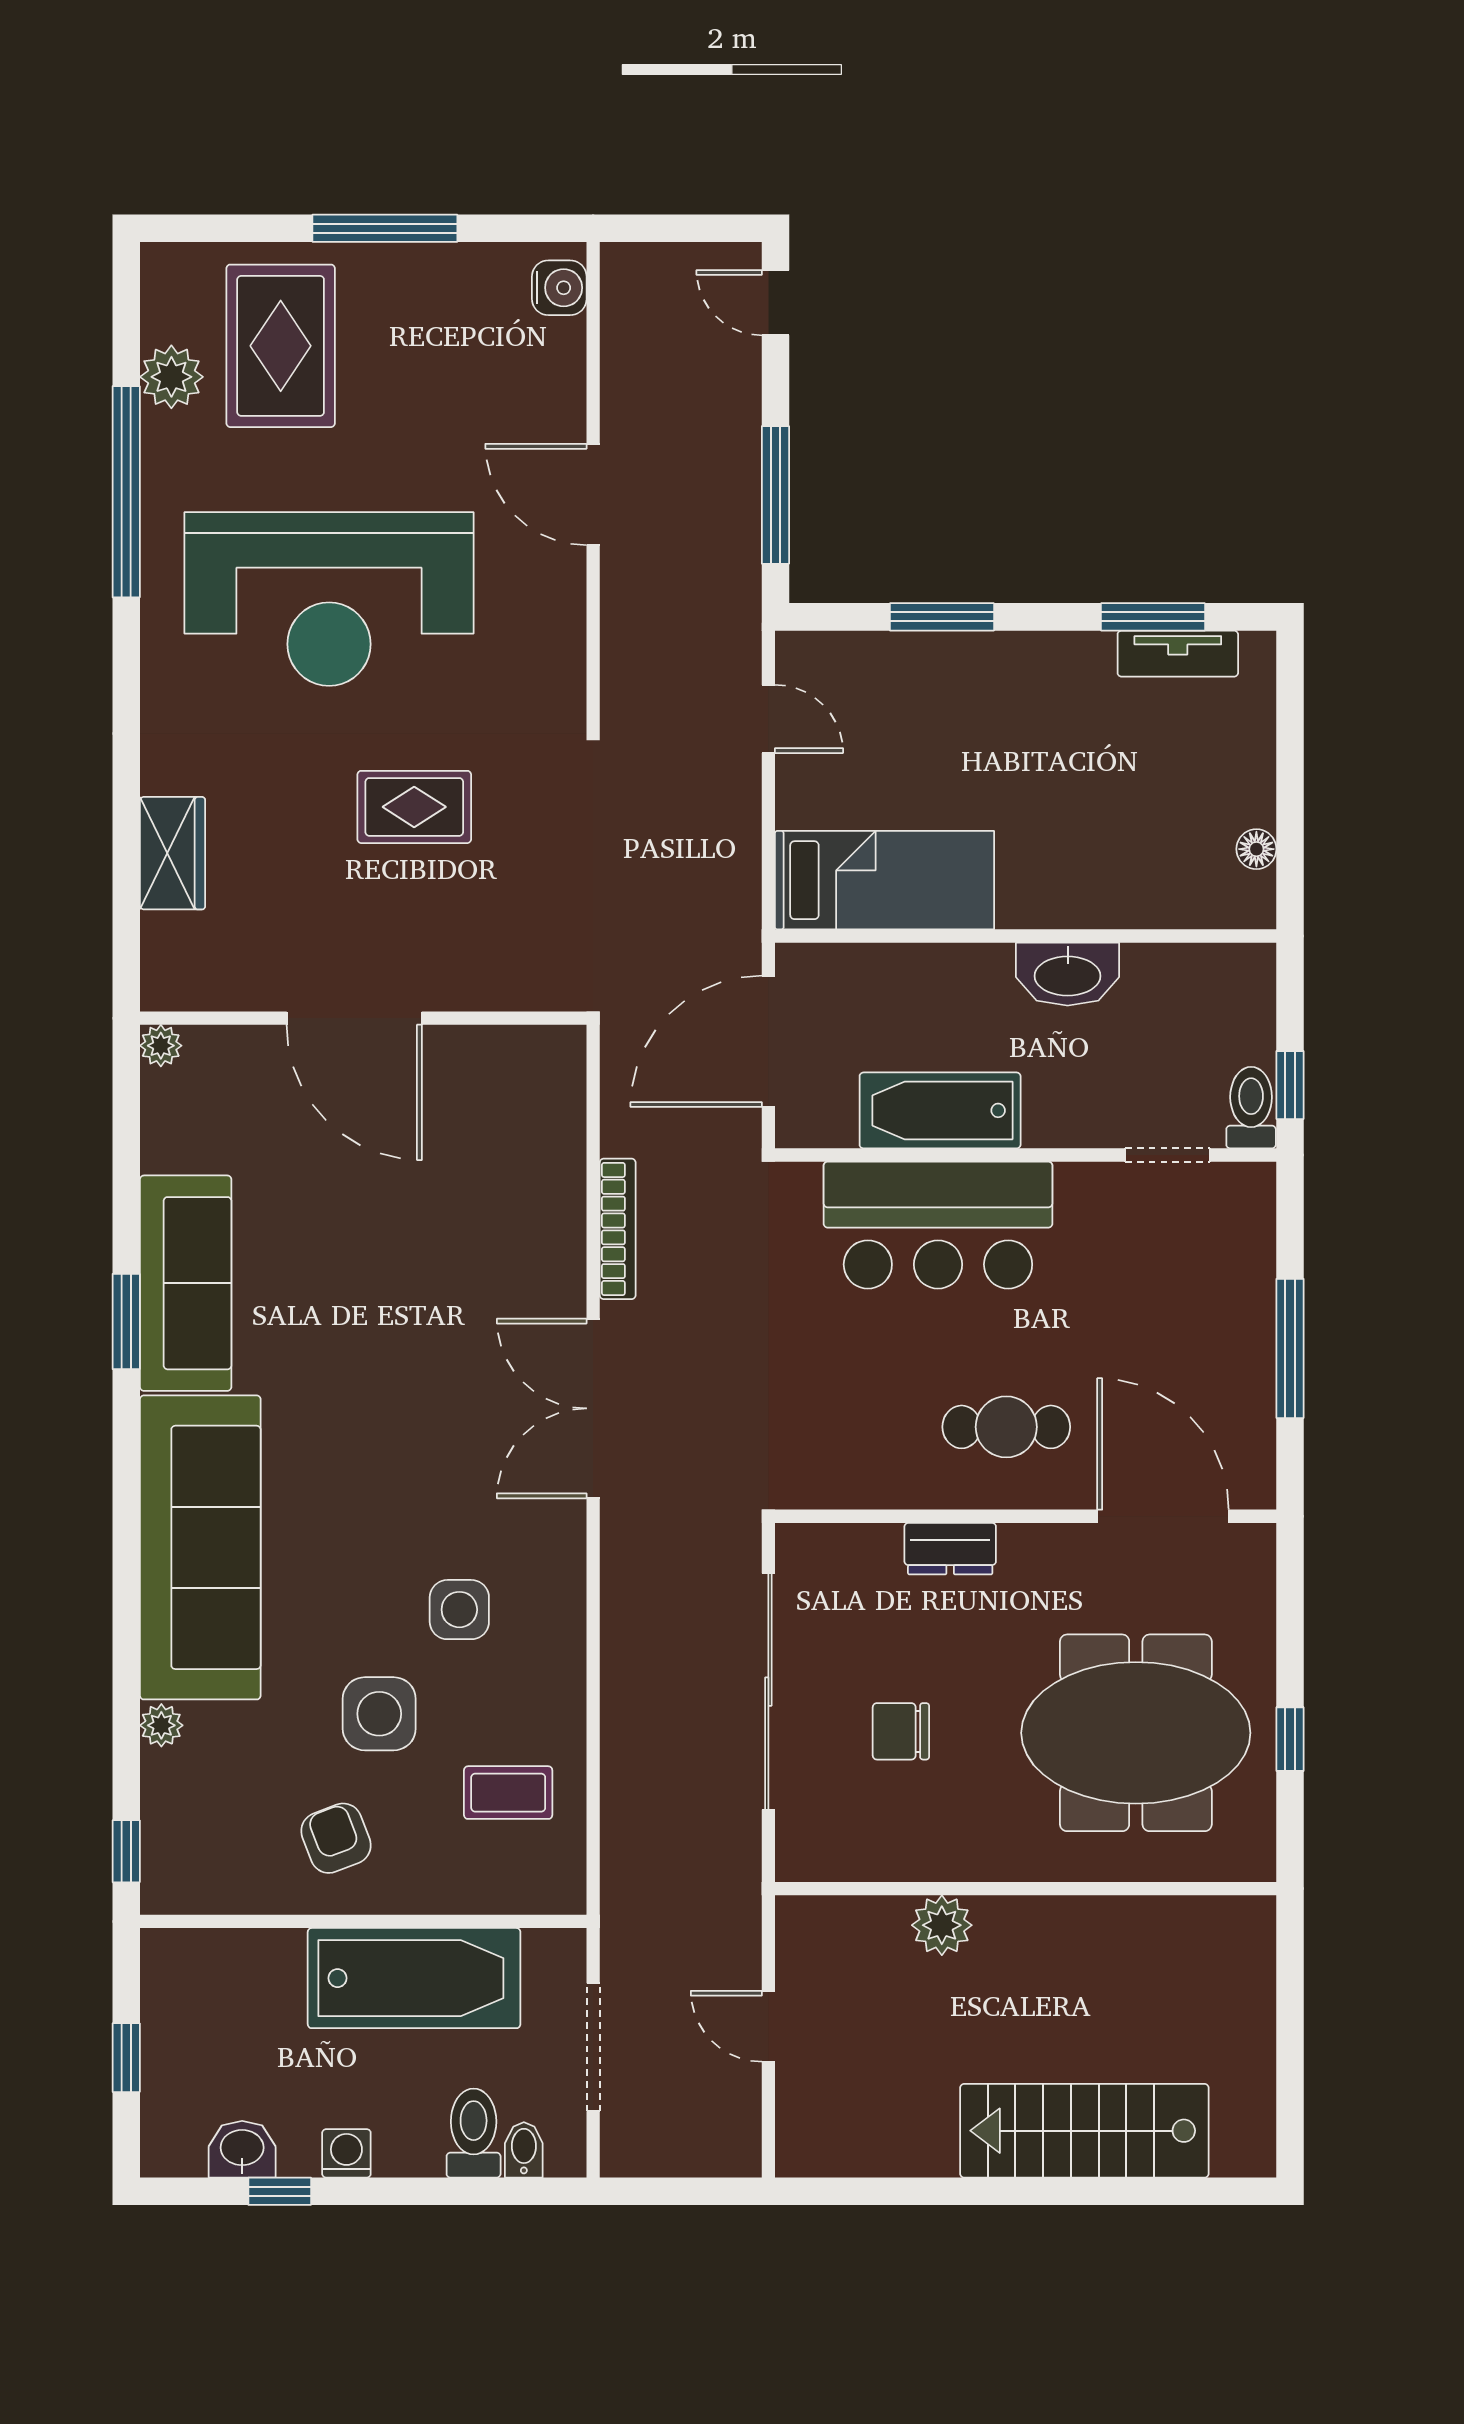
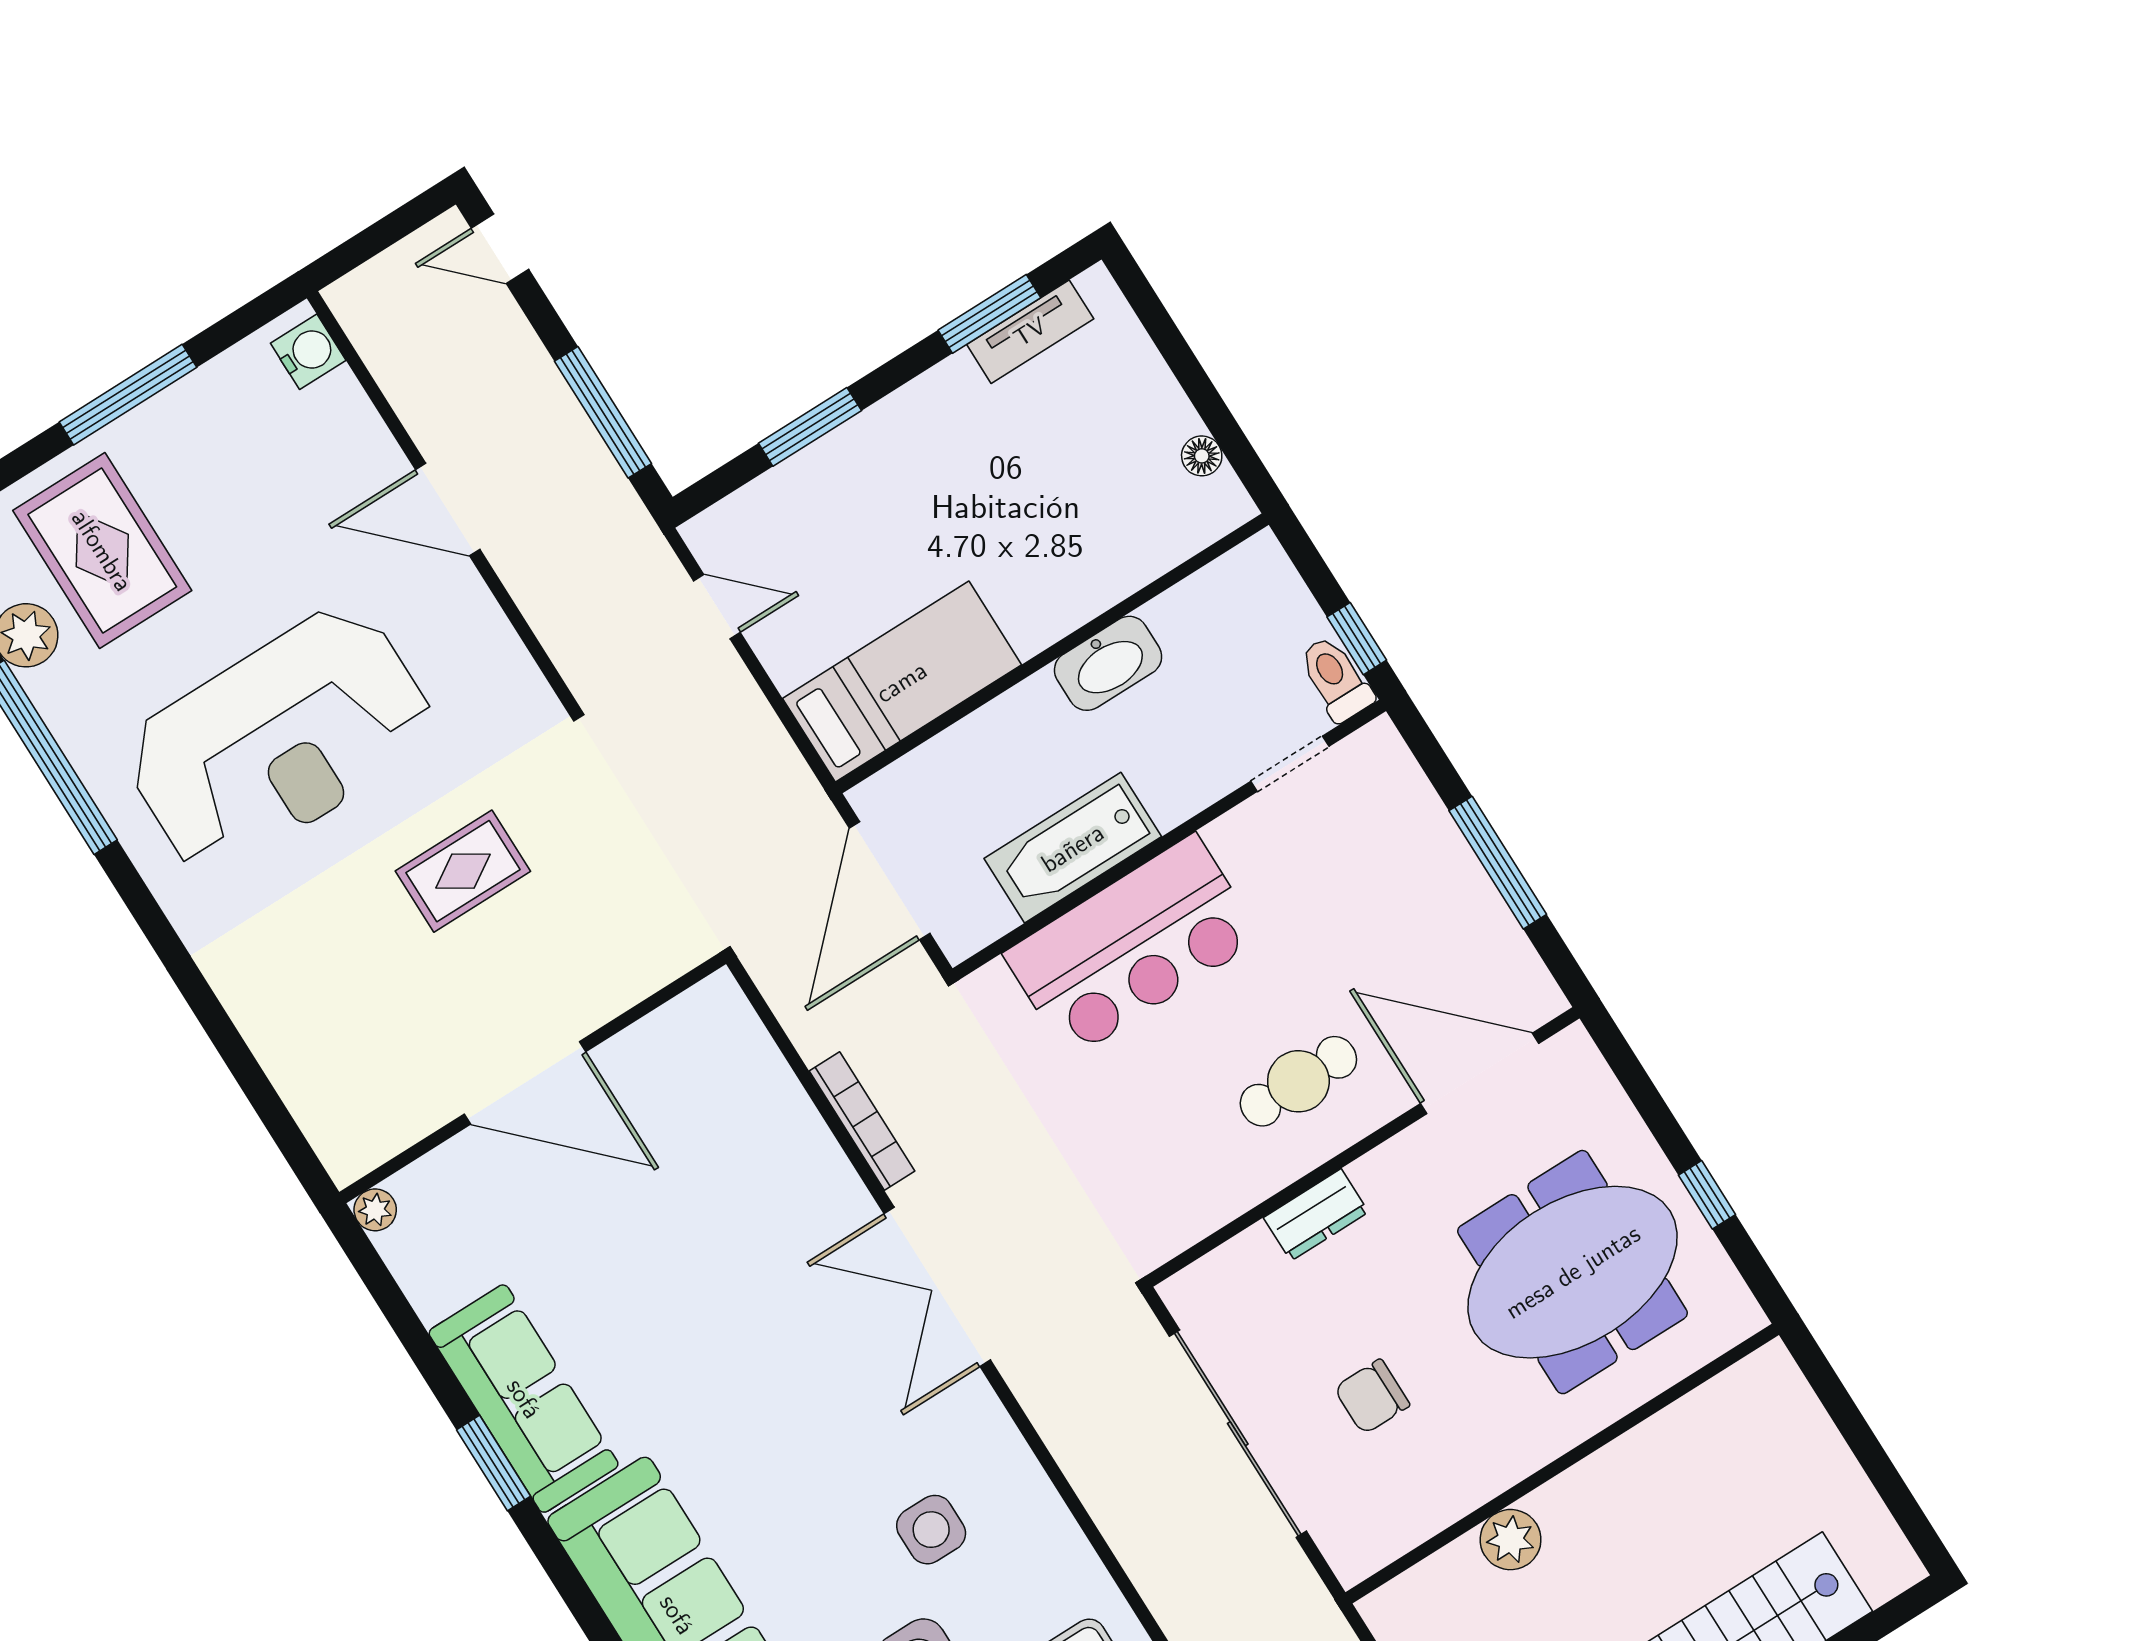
wardrobe: (172, 853) -> (282, 1040), removed

